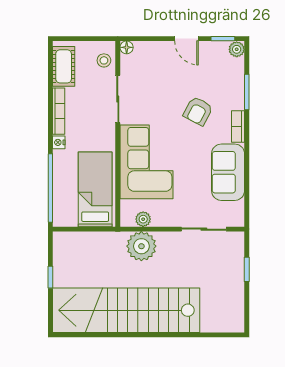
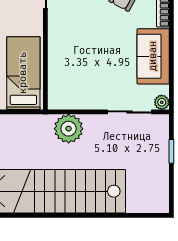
corner sofa: (146, 162) -> (73, 46), removed
plant: (143, 219) -> (162, 102), moved

